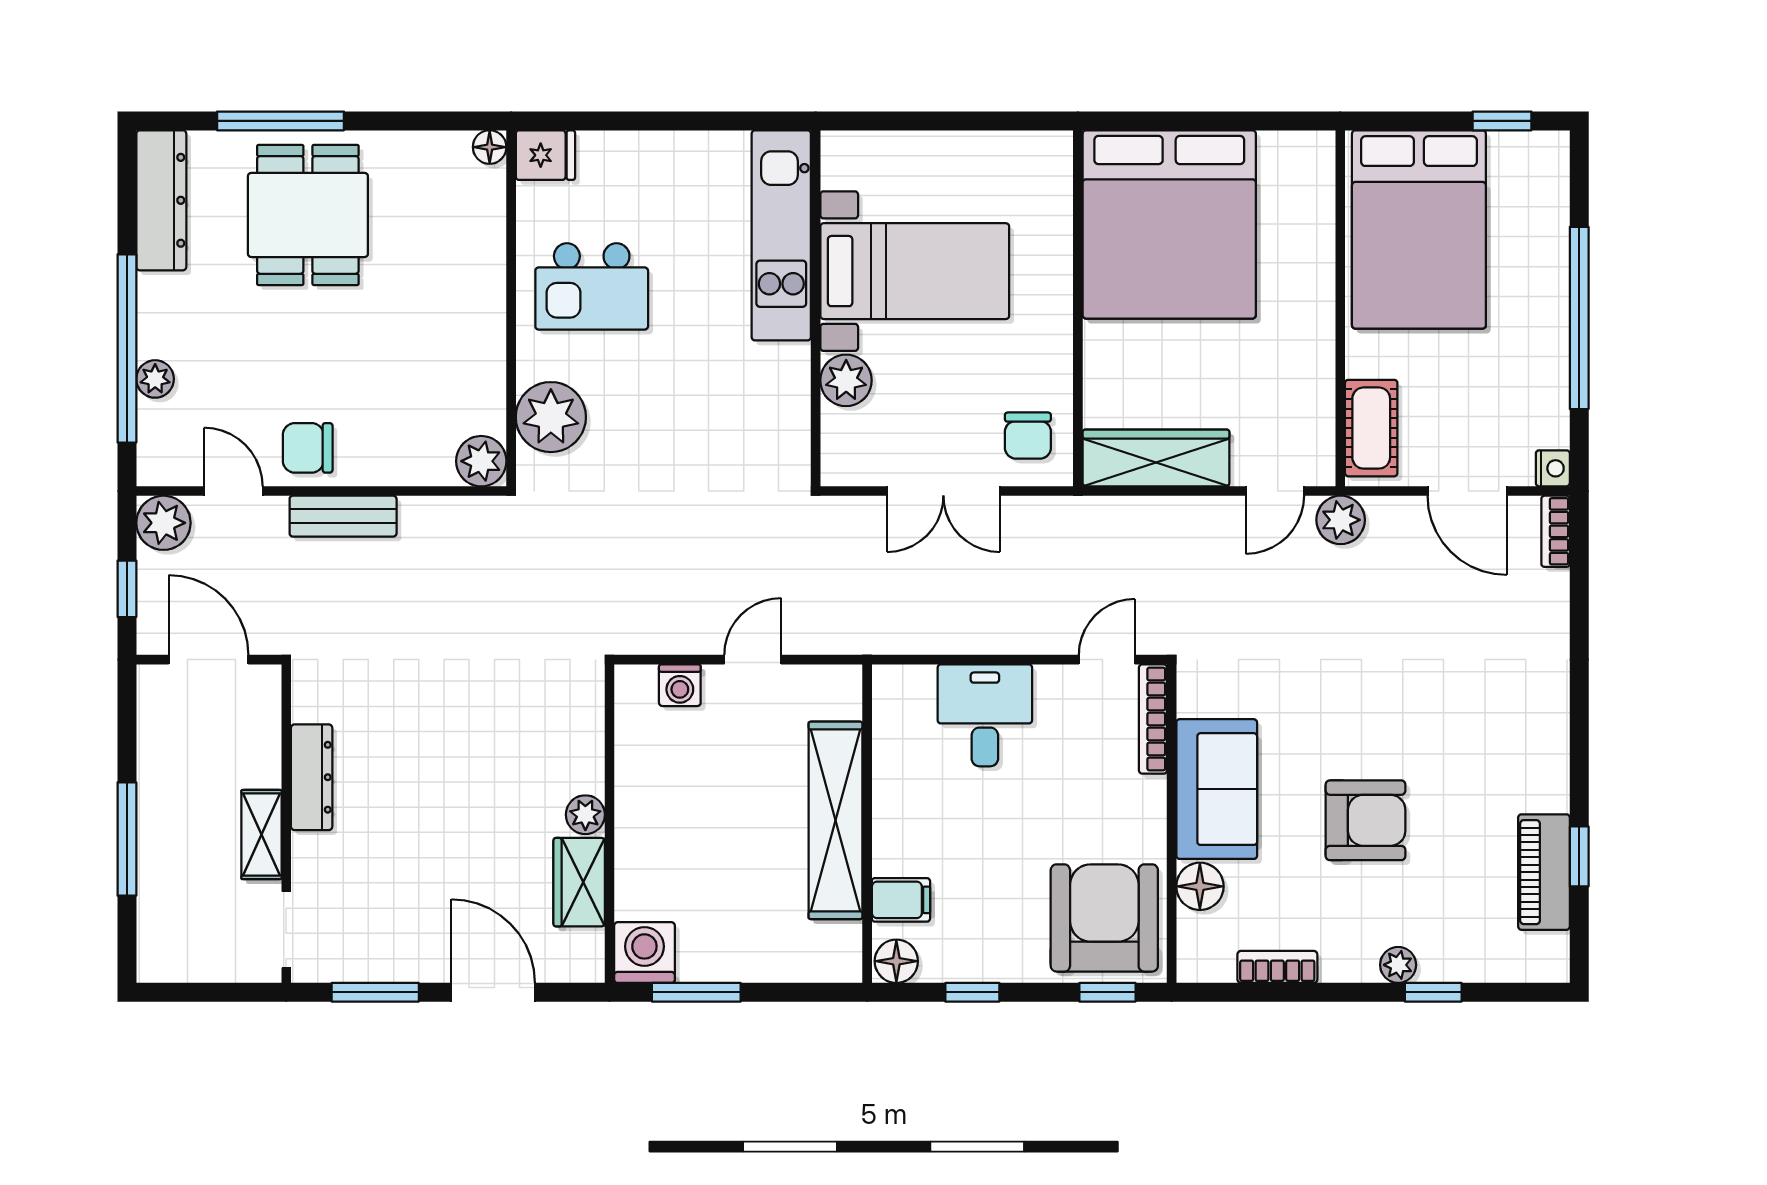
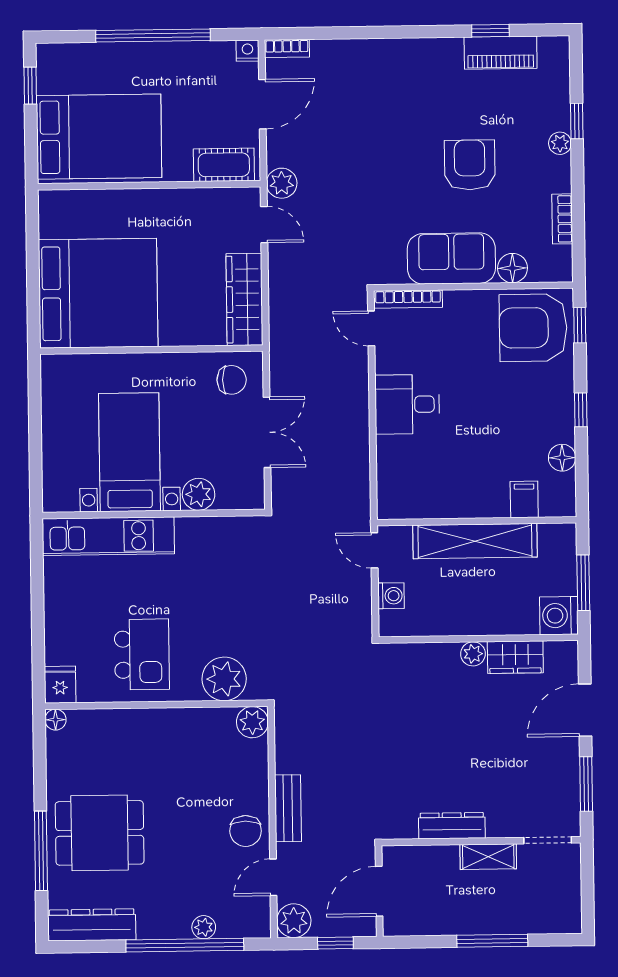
shelving: (835, 820) -> (475, 541), moved
wall: (867, 824) -> (477, 521), moved
filing cabinet: (901, 900) -> (524, 499), moved

